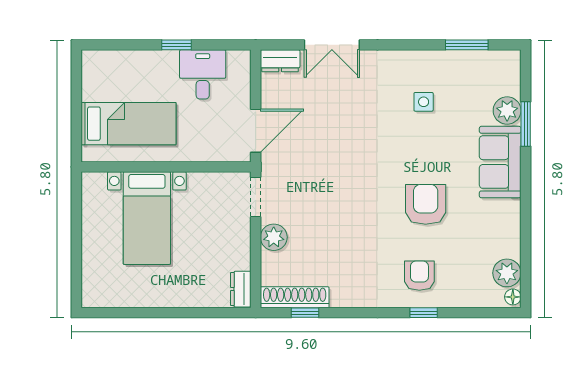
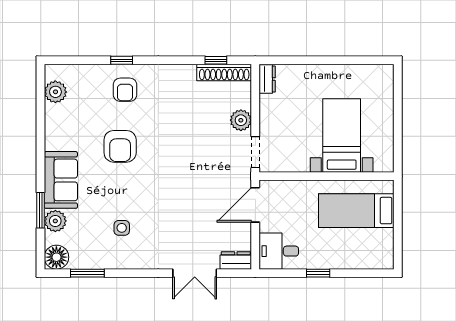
double door: (332, 45) -> (195, 273), swing flipped
desk: (203, 74) -> (279, 251), moved, turned 90
floor lamp: (513, 297) -> (56, 257), moved, width x1.89, depth x1.89

